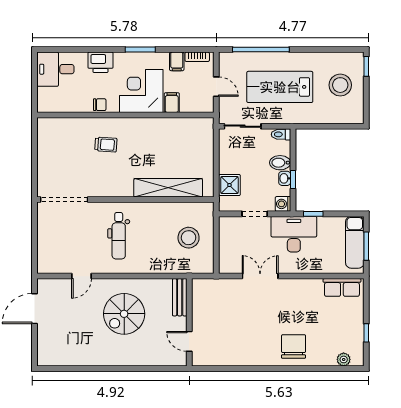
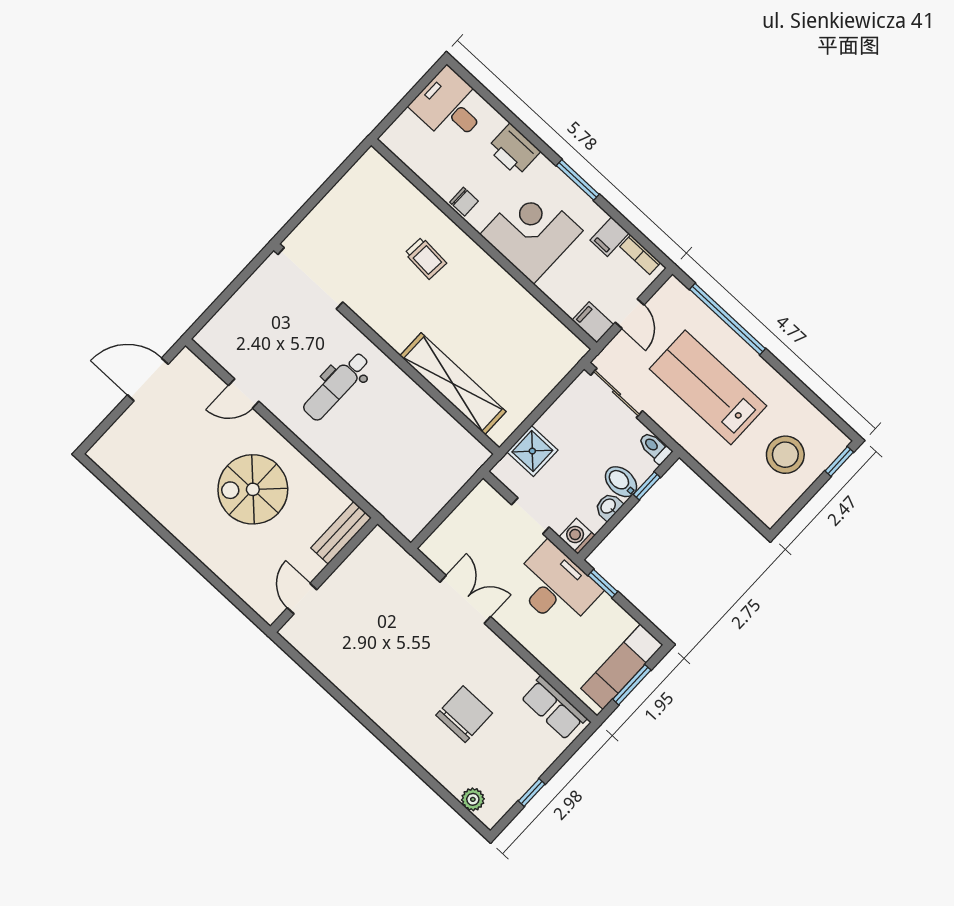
filing cabinet: (172, 103) -> (593, 322), moved, turned -90
window: (293, 179) -> (647, 486), moved
stool: (189, 238) -> (421, 469), removed
chair: (294, 346) -> (464, 714), moved

